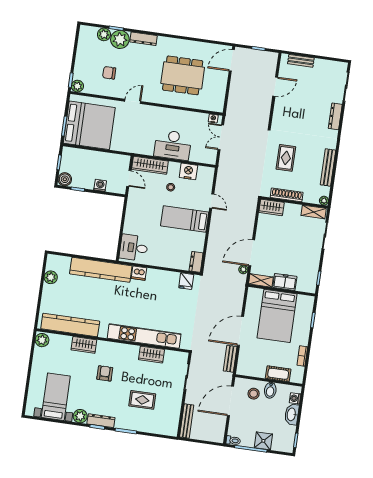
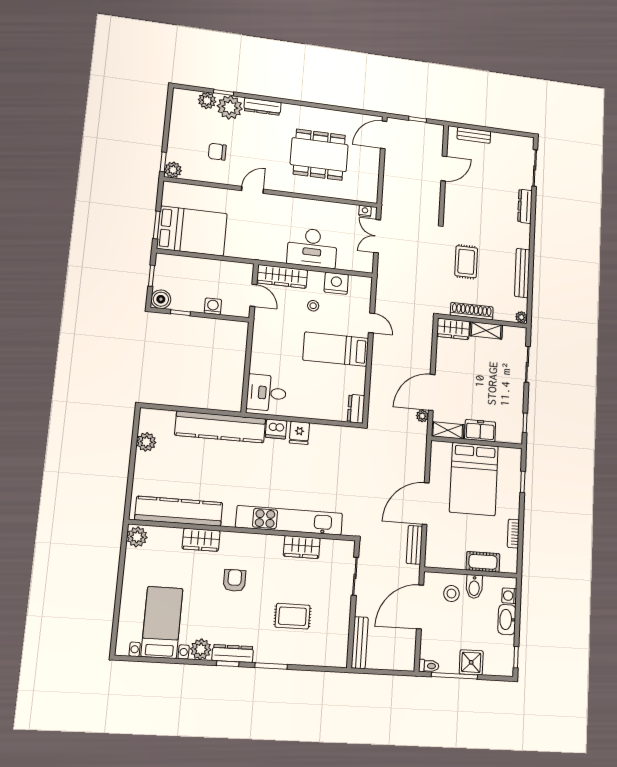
bed: (89, 125) -> (192, 231), width x0.73
shelving: (314, 212) -> (486, 330), moved
fridge: (186, 281) -> (299, 433), moved

